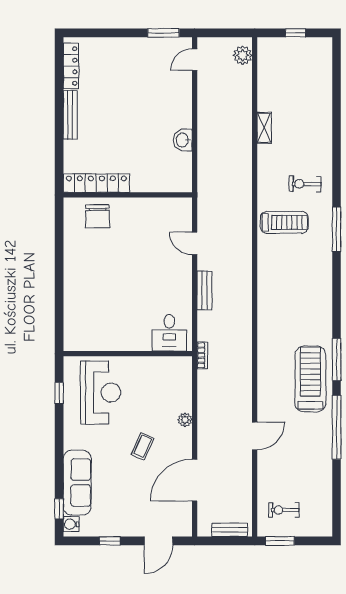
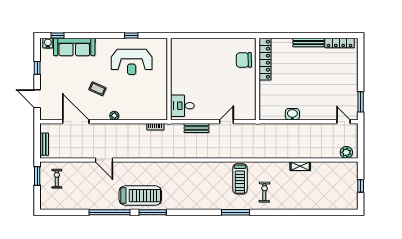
desk: (169, 333) -> (182, 106), moved
wall: (128, 354) -> (169, 79), moved

